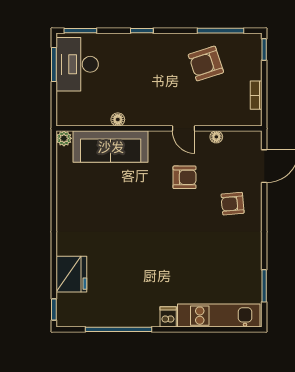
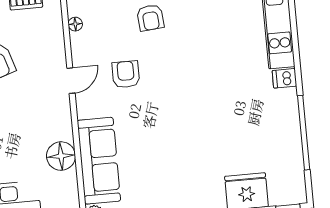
floor lamp: (118, 119) -> (61, 156), width x1.89, depth x1.89
floor lamp: (216, 137) -> (75, 24), moved

